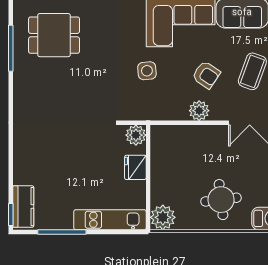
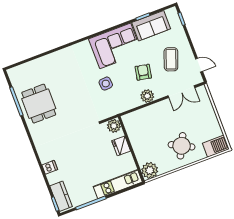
dining table: (54, 35) -> (39, 104), moved, turned 90
armchair: (206, 75) -> (143, 72), turned -113
dishwasher: (23, 159) -> (50, 167), added
round table: (221, 200) -> (182, 146), turned 34

